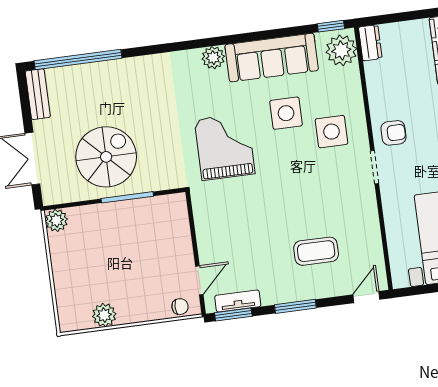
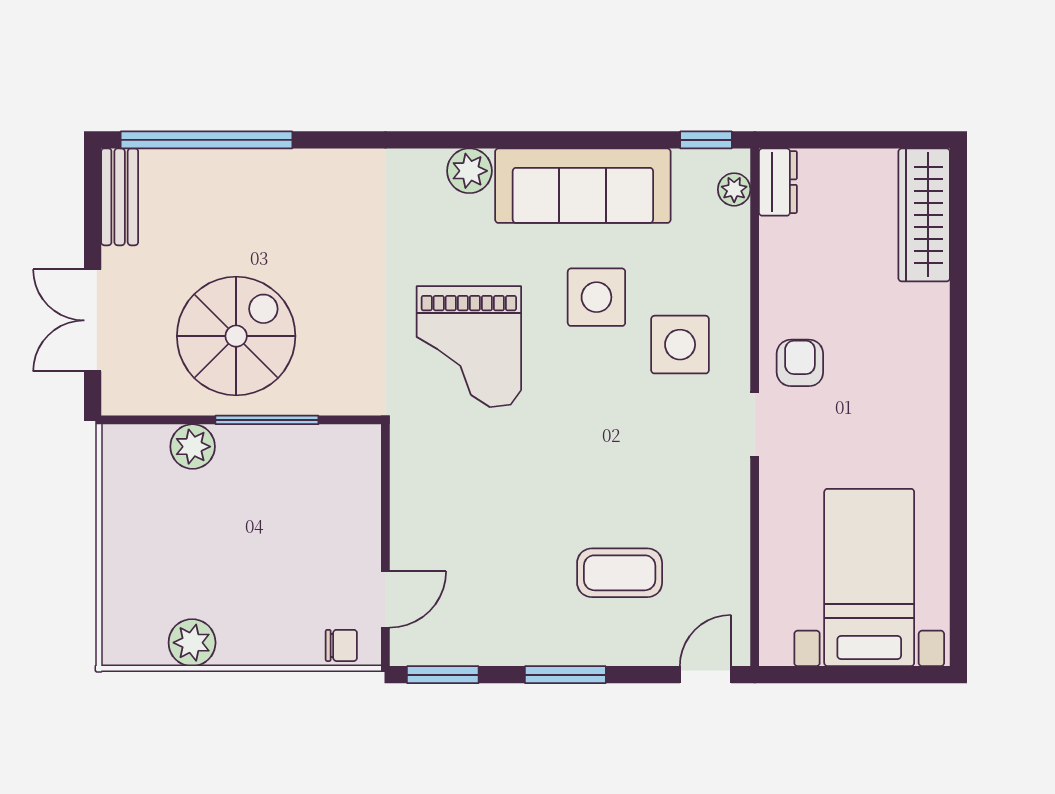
plant: (341, 50) -> (734, 189), width x0.53, depth x0.53
armchair: (393, 133) -> (800, 363), turned -90
grand piano: (225, 147) -> (469, 347), turned 180
plant: (56, 220) -> (193, 447), moved
tv unit: (238, 301) -> (455, 649), removed

